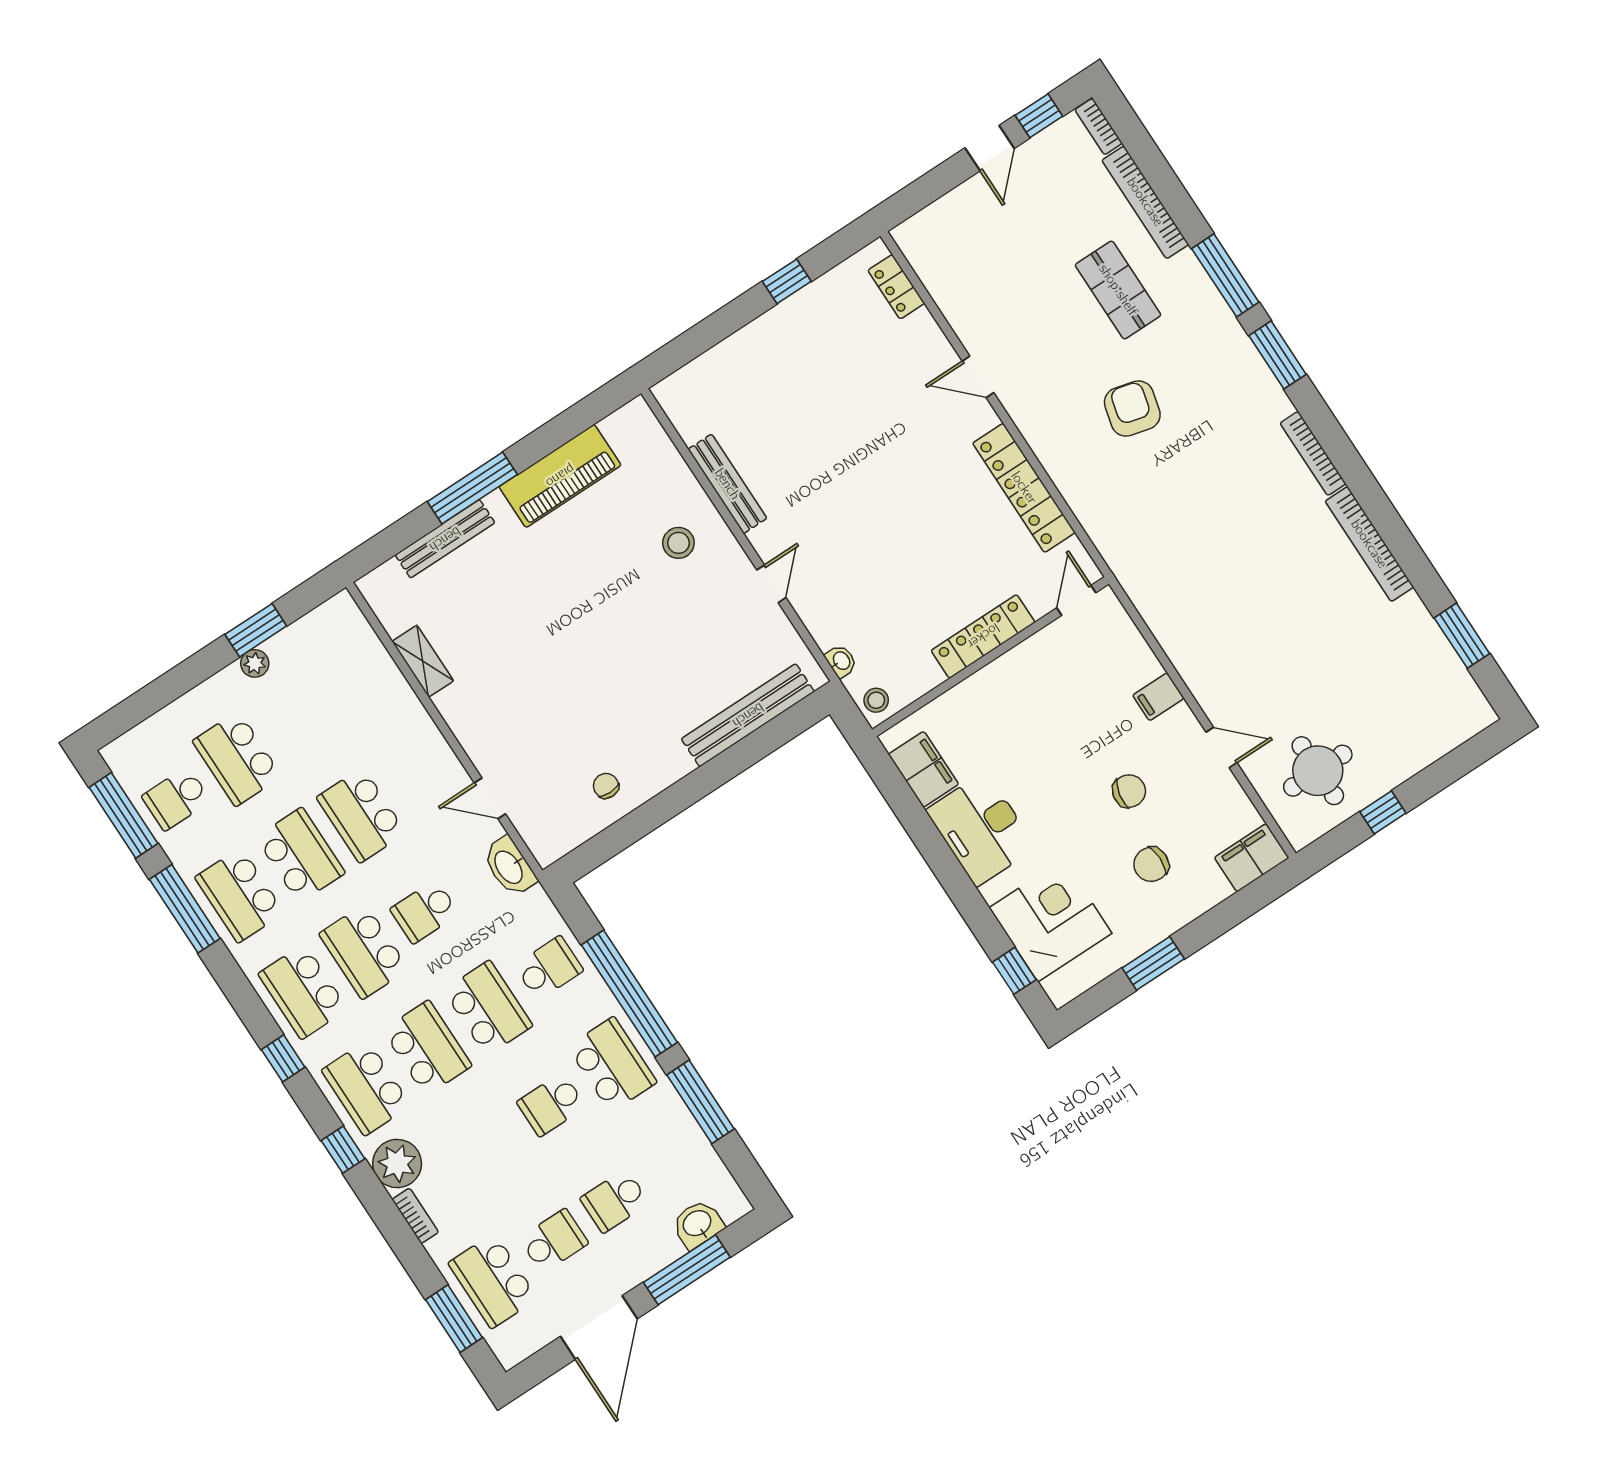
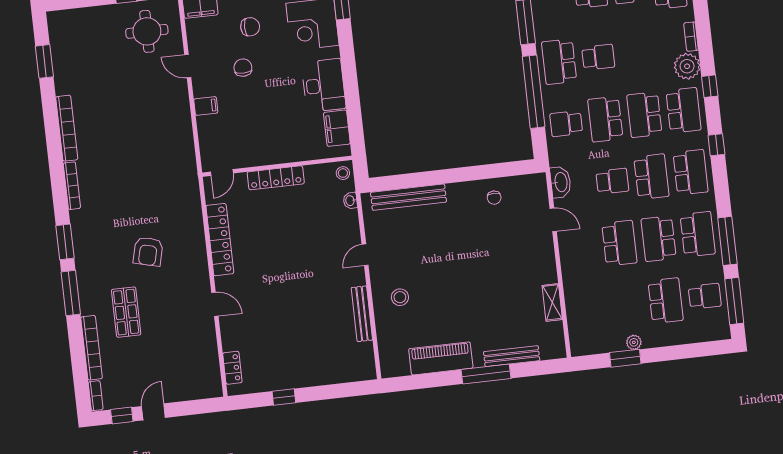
chair: (1129, 791) -> (243, 68), turned 79

